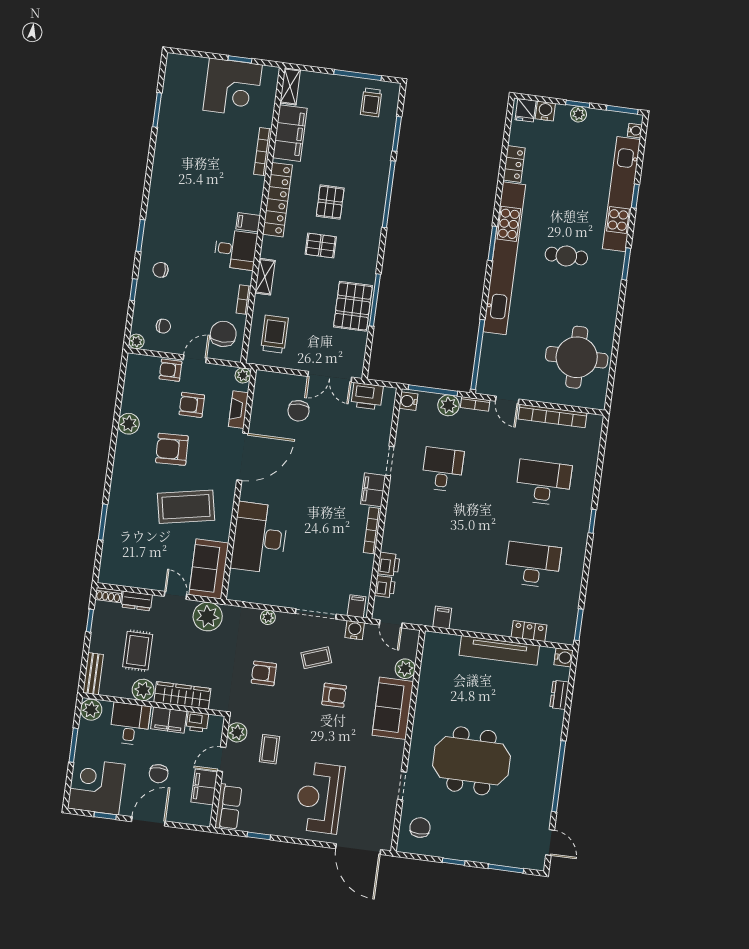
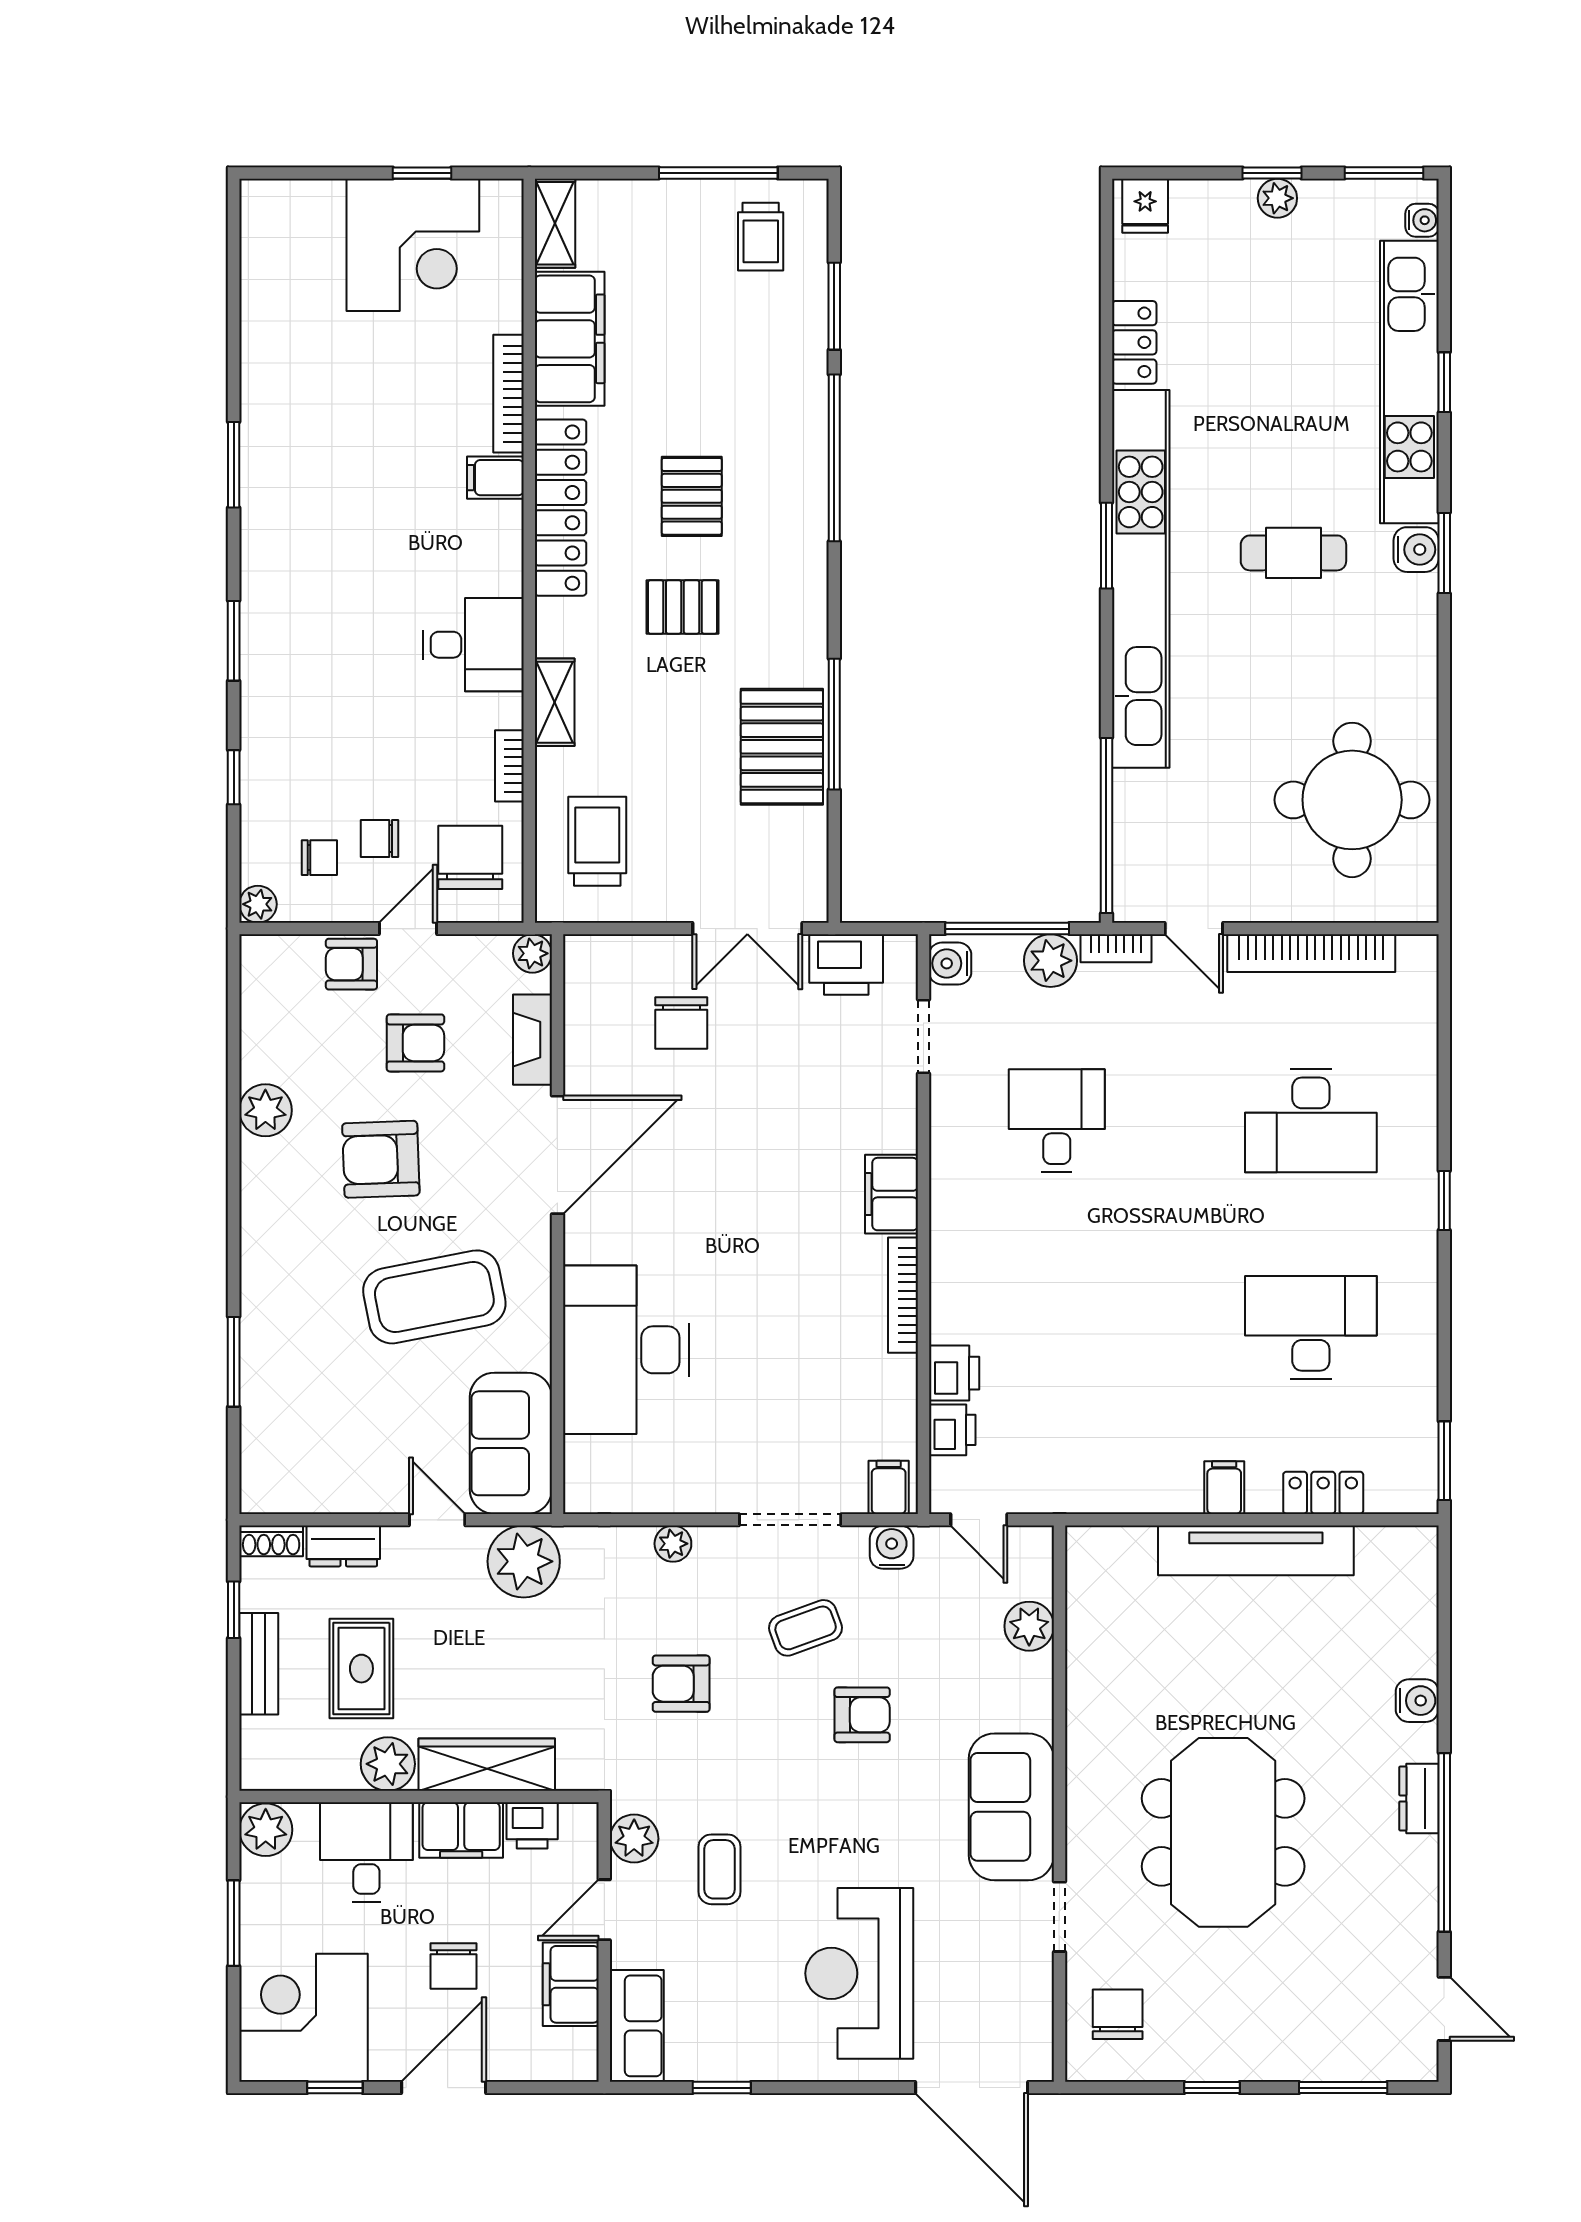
window: (157, 110) -> (234, 465), moved
water cooler: (545, 111) -> (1416, 550), moved, turned 90
filing cabinet: (248, 222) -> (495, 478), moved
chair: (161, 270) -> (379, 839), moved
armchair: (192, 405) -> (415, 1043), turned 180
doorway: (390, 461) -> (923, 1037), moved
desk: (544, 483) -> (1311, 1121), turned 180
filing cabinet: (442, 618) -> (1224, 1488), moved
water cooler: (564, 657) -> (1417, 1701), moved
bench: (93, 674) -> (259, 1664), moved
dresser: (559, 695) -> (1419, 1798), moved
sofa: (393, 708) -> (1011, 1807), moved
meeting table: (471, 761) -> (1223, 1832), turned 90

